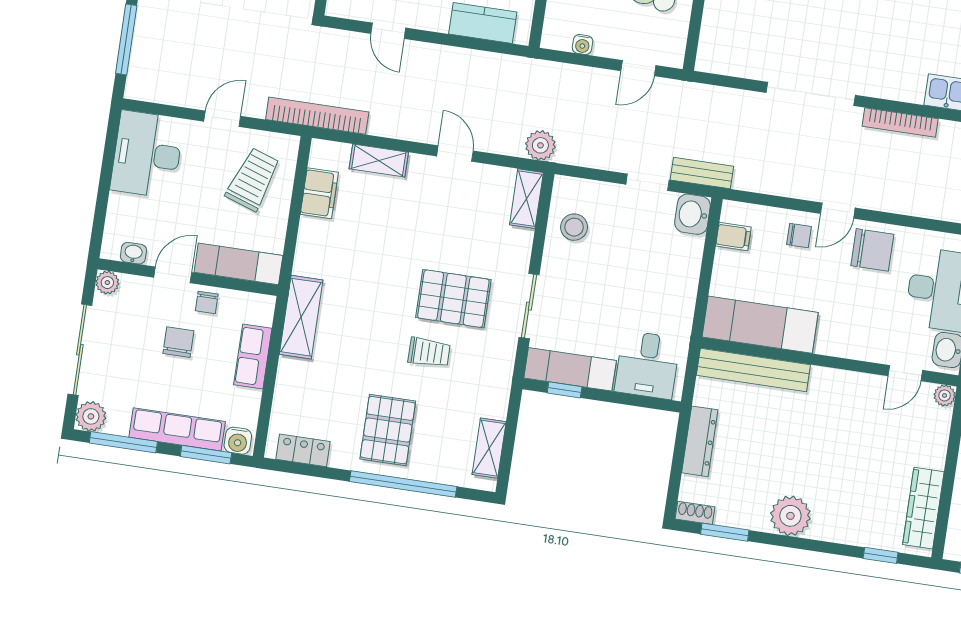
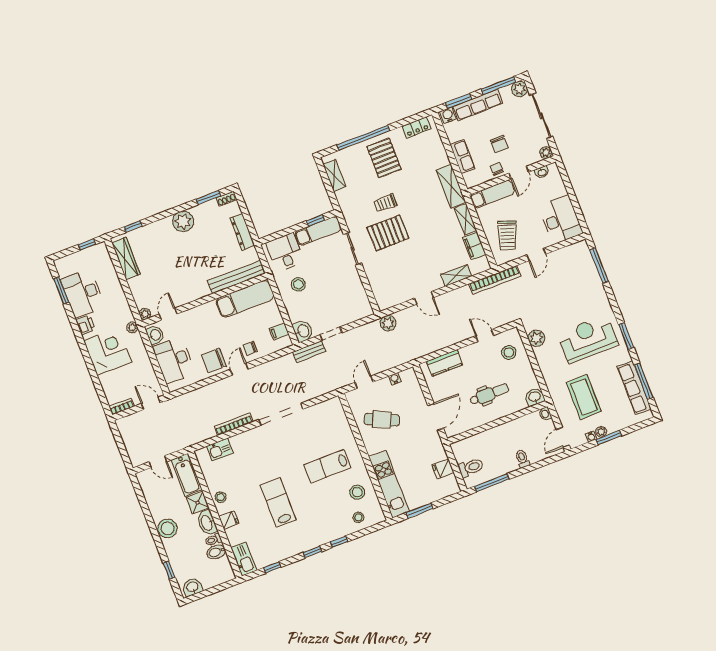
shelving: (526, 199) -> (466, 219), moved
stool: (574, 227) -> (298, 284), moved

